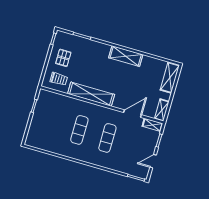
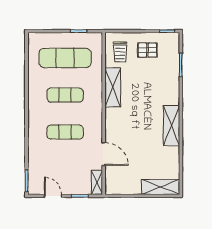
shelving: (91, 94) -> (113, 88), width x0.68
shelving: (162, 110) -> (118, 189), removed
exercise mat: (51, 122) -> (65, 58), added

